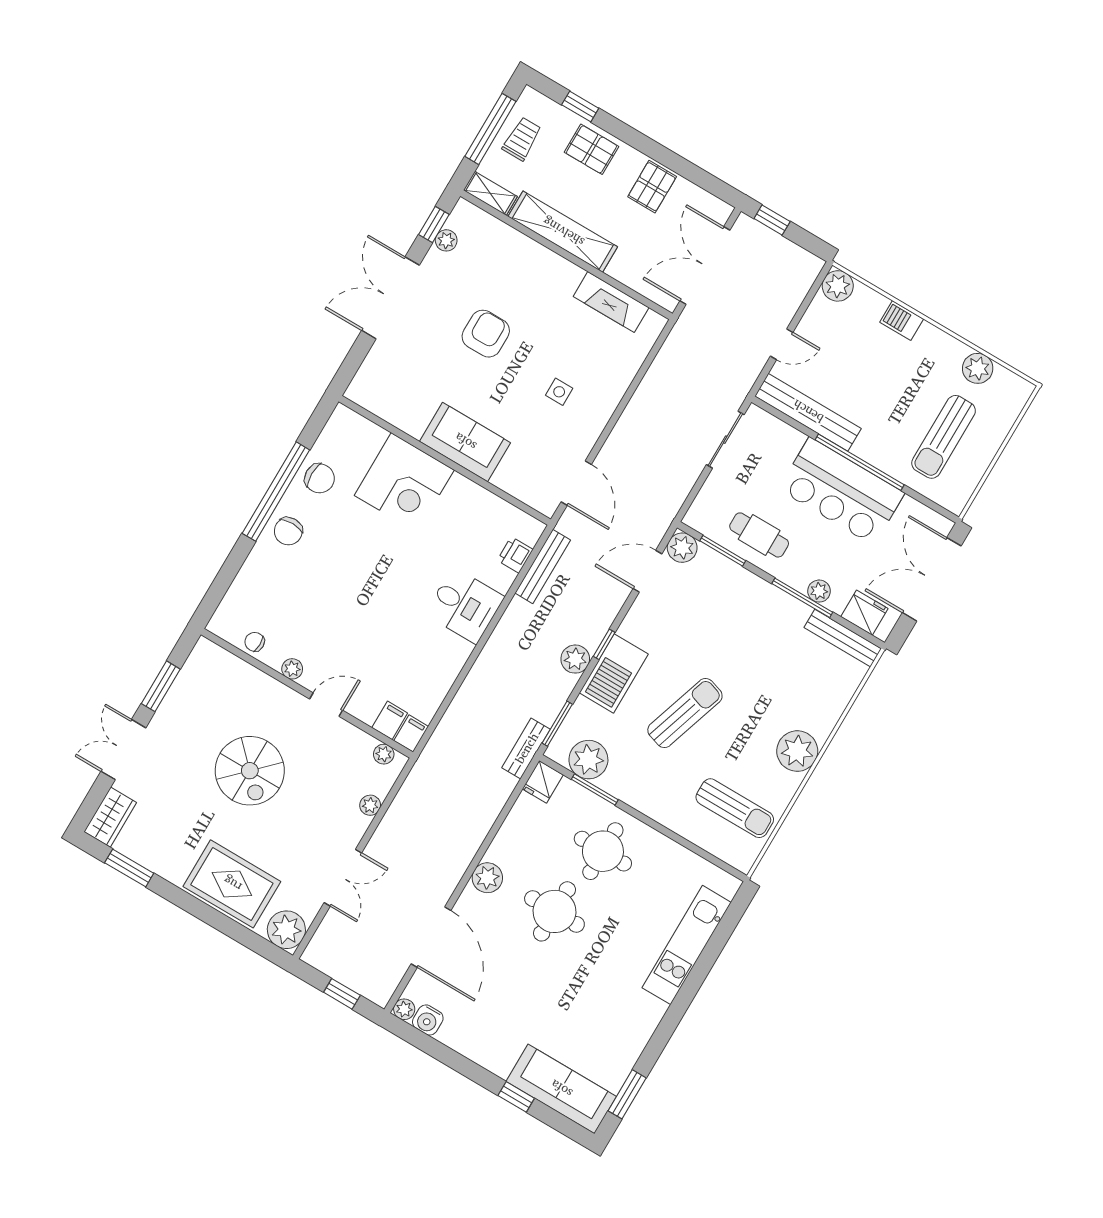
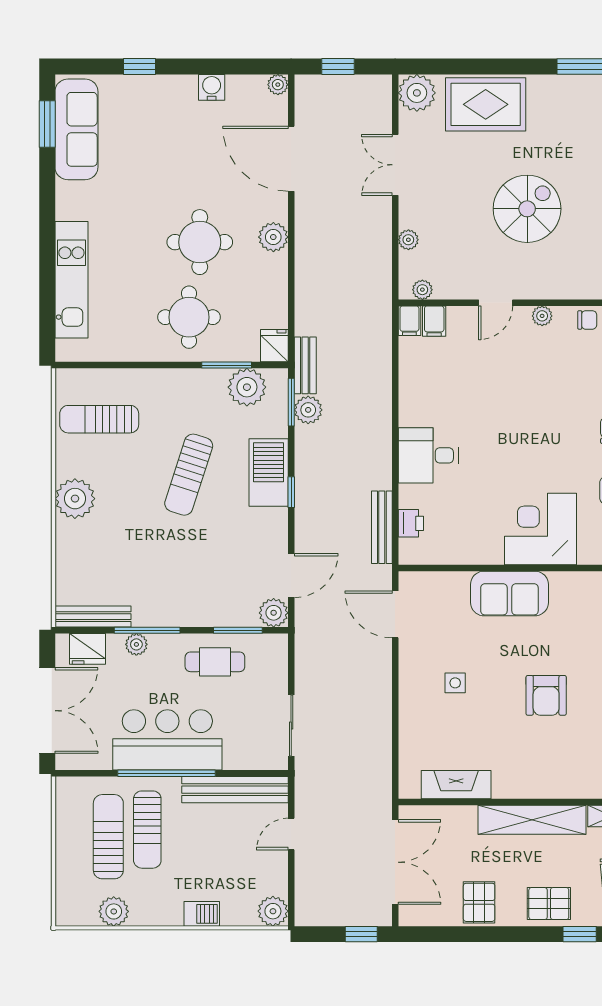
sun lounger: (906, 423) -> (147, 830), added
plant: (575, 659) -> (308, 410), moved
spiral stairs: (250, 771) -> (527, 209), turned 90
water cooler: (428, 1020) -> (212, 87), moved
sofa: (561, 1089) -> (76, 129), moved, turned -90

